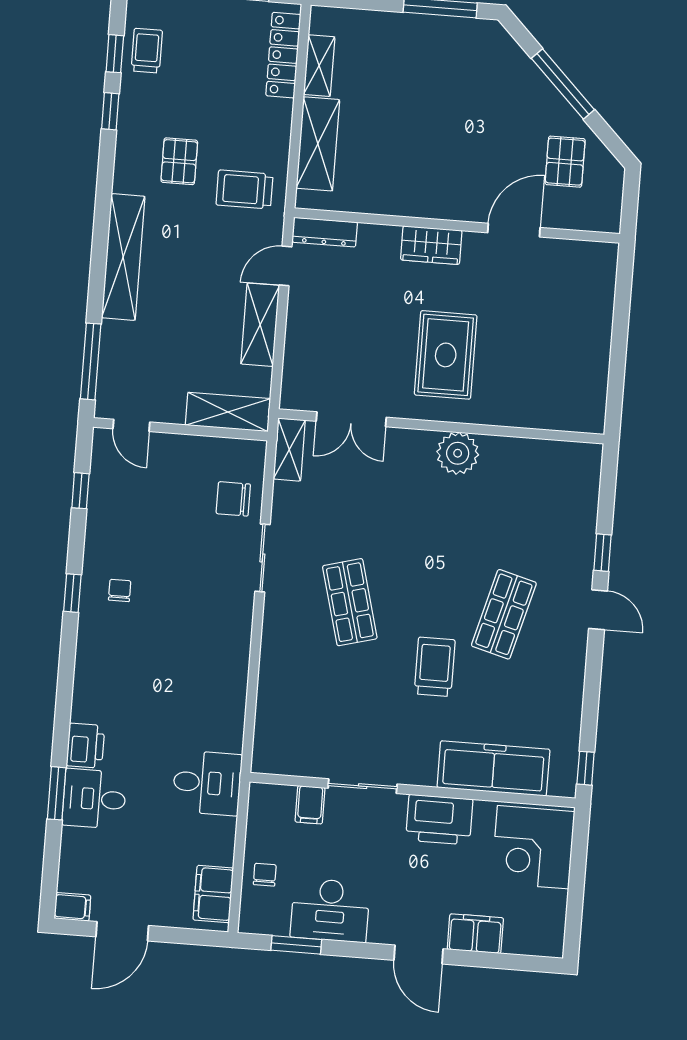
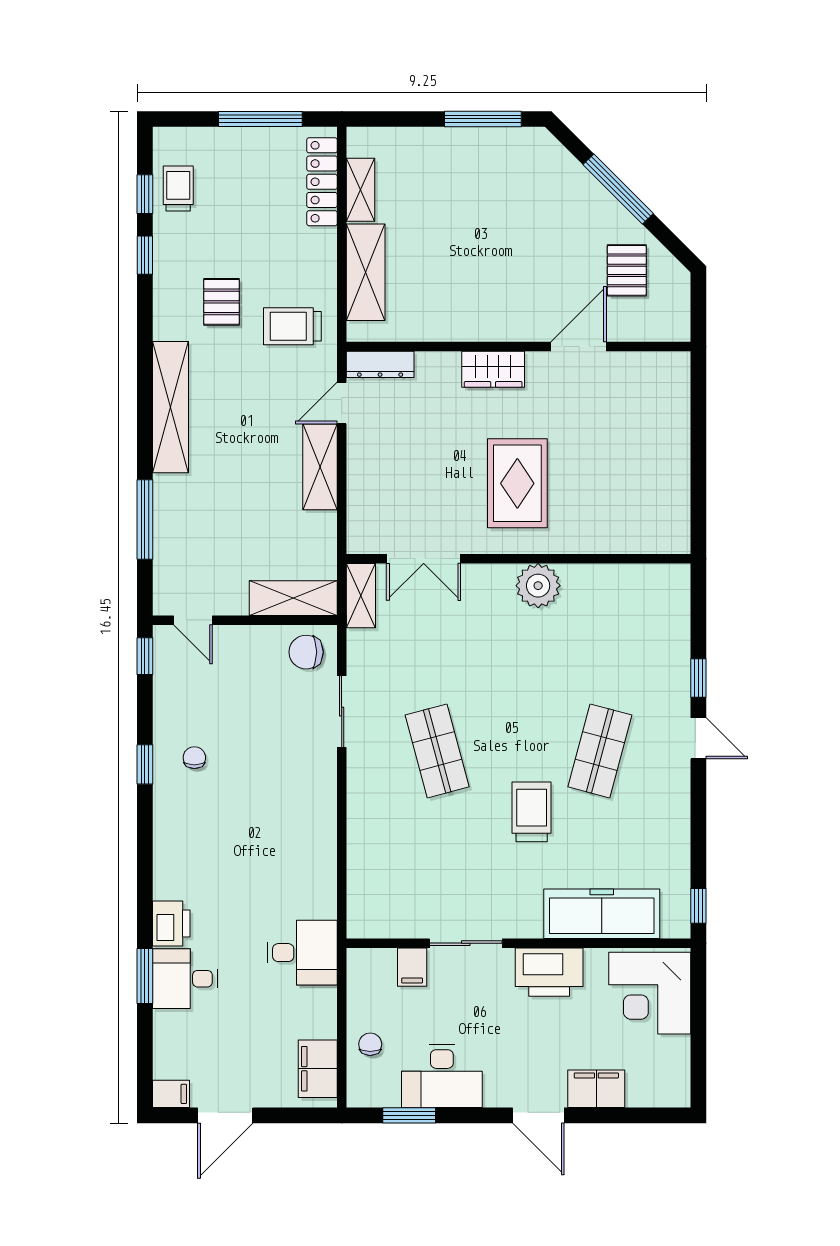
shelving: (228, 412) -> (293, 598), moved
door: (131, 425) -> (193, 620), moved
wall: (180, 429) -> (245, 620), moved

